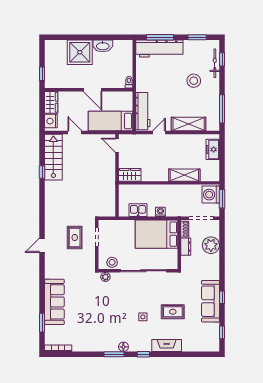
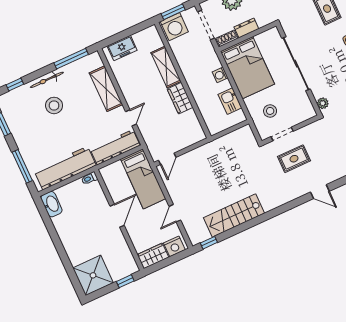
washbasin: (103, 46) -> (51, 204), moved
workbench: (159, 48) -> (65, 168), moved, turned -90
shower: (80, 52) -> (93, 275), moved
bicycle: (215, 63) -> (47, 80), moved
door: (159, 133) -> (131, 118), swing flipped
stairs: (53, 157) -> (234, 216), moved
window: (42, 172) -> (209, 243), moved
wardrobe: (130, 175) -> (180, 98), moved
stool: (112, 262) -> (270, 111), moved

